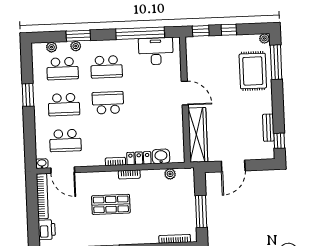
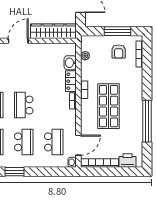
shop shelf: (111, 204) -> (109, 106), width x1.43, depth x1.36
armchair: (177, 214) -> (119, 51), added

